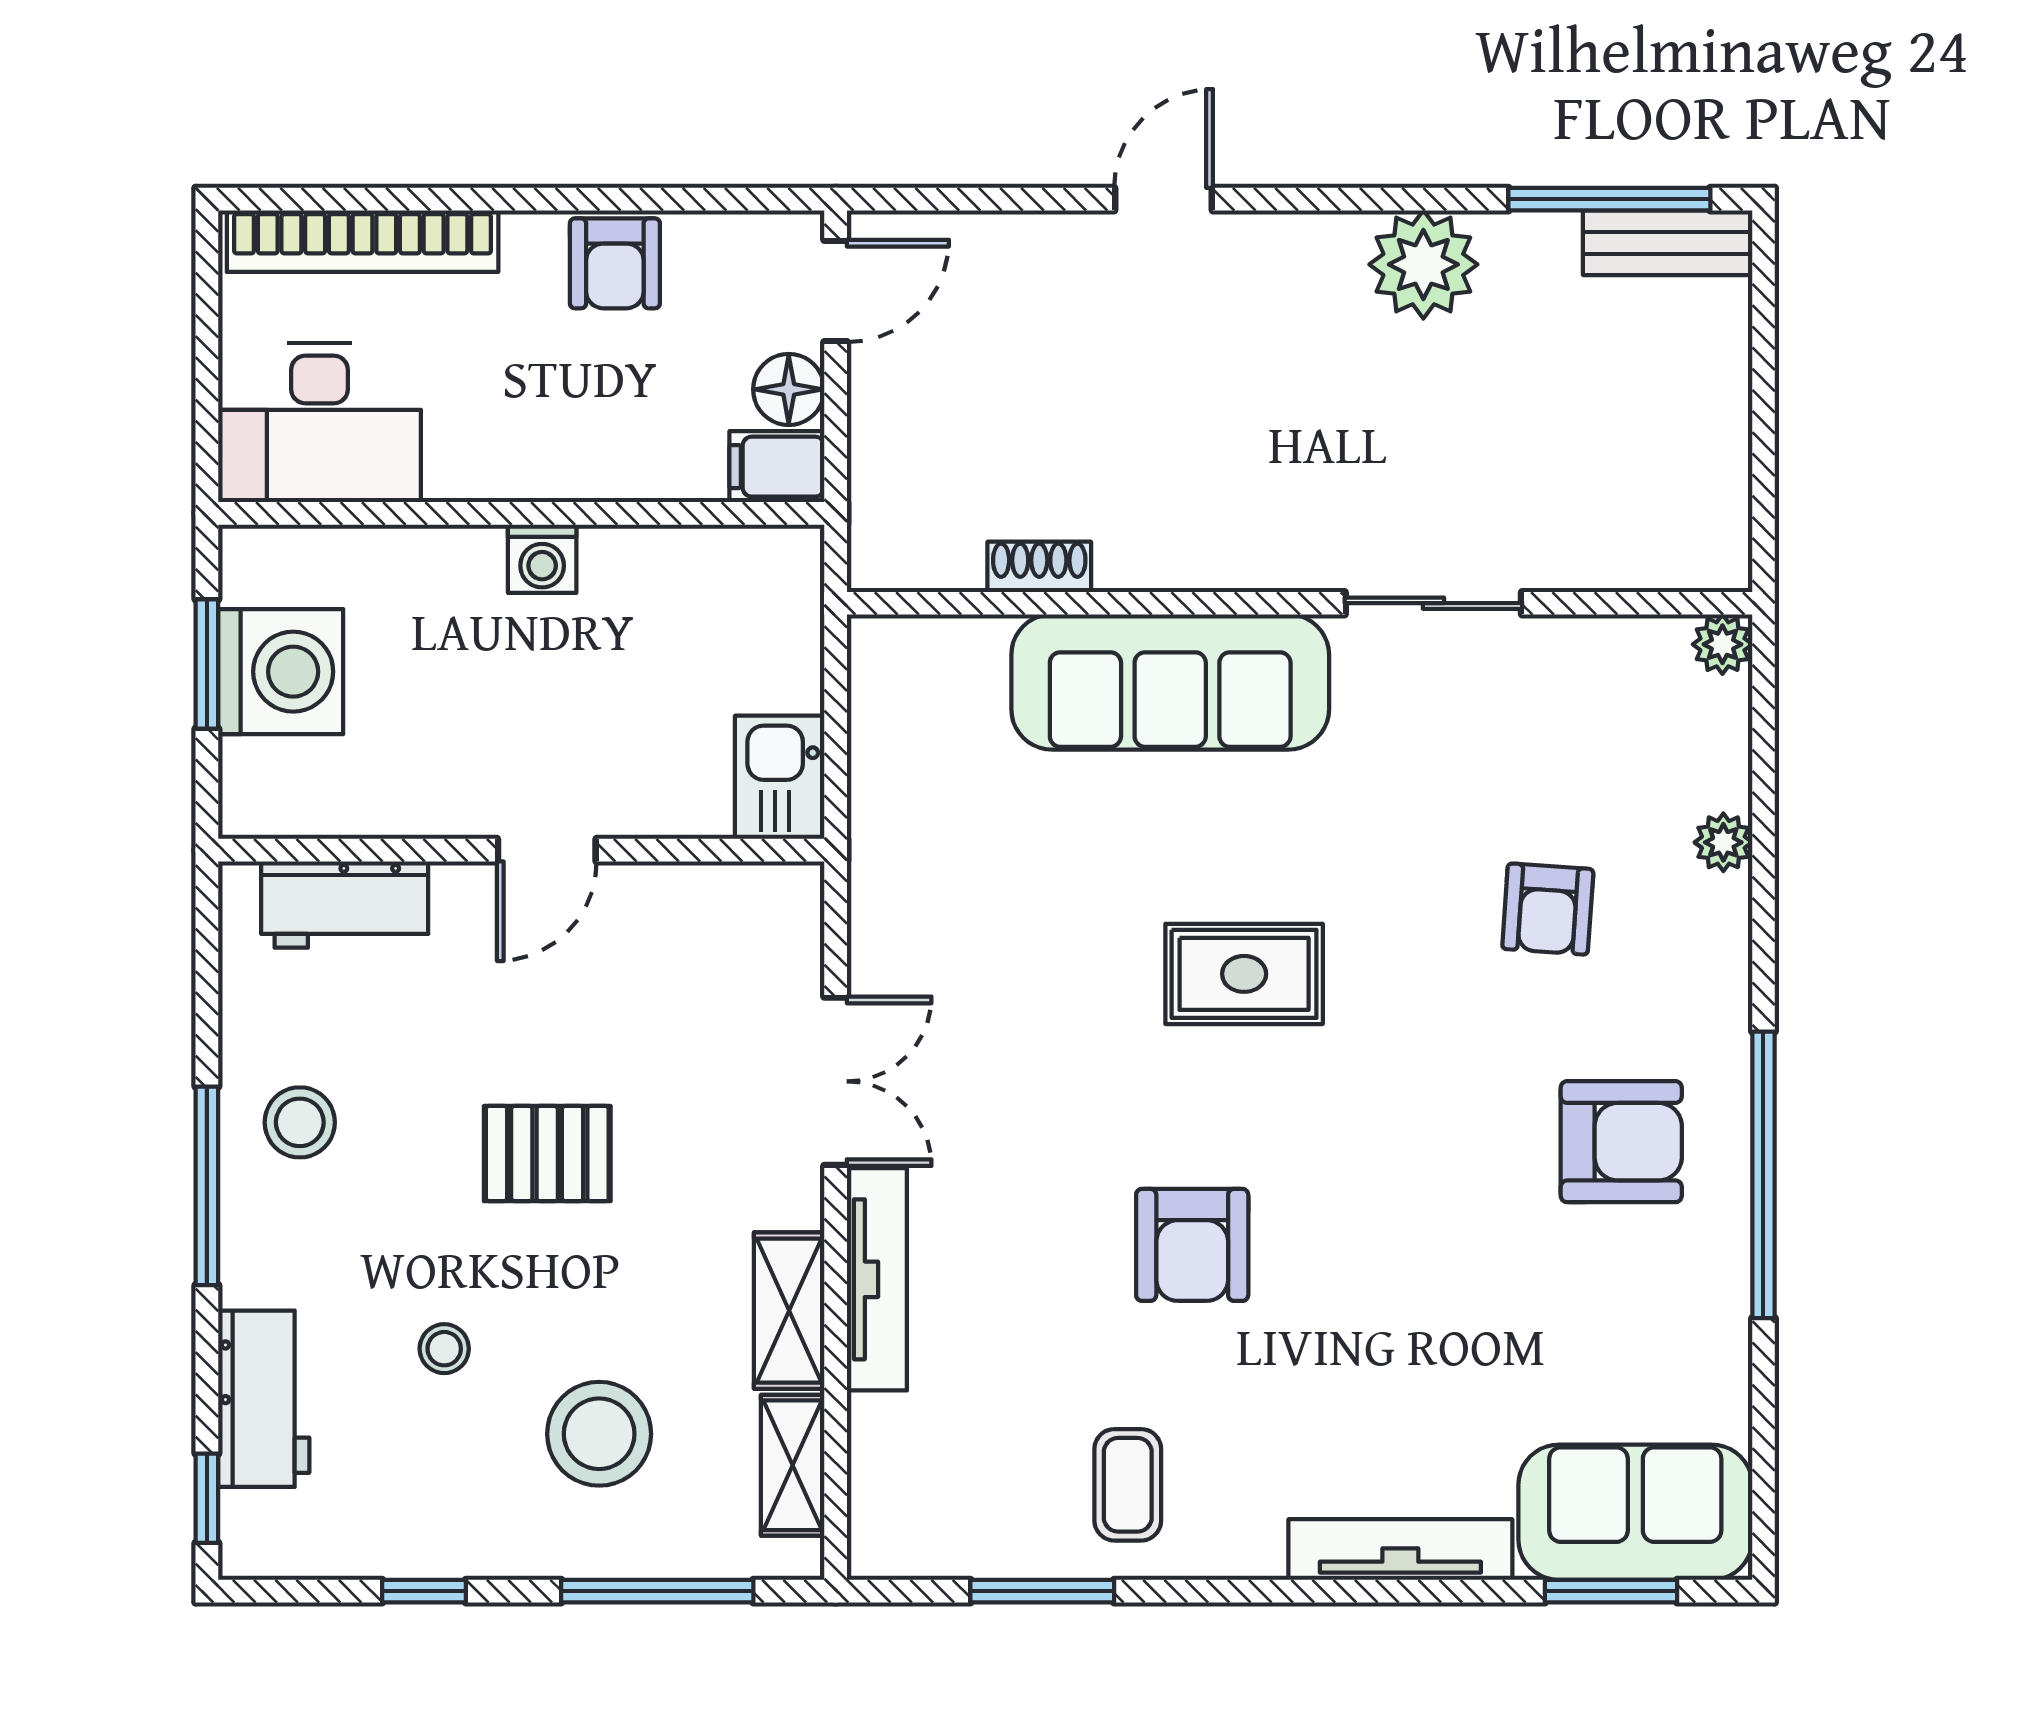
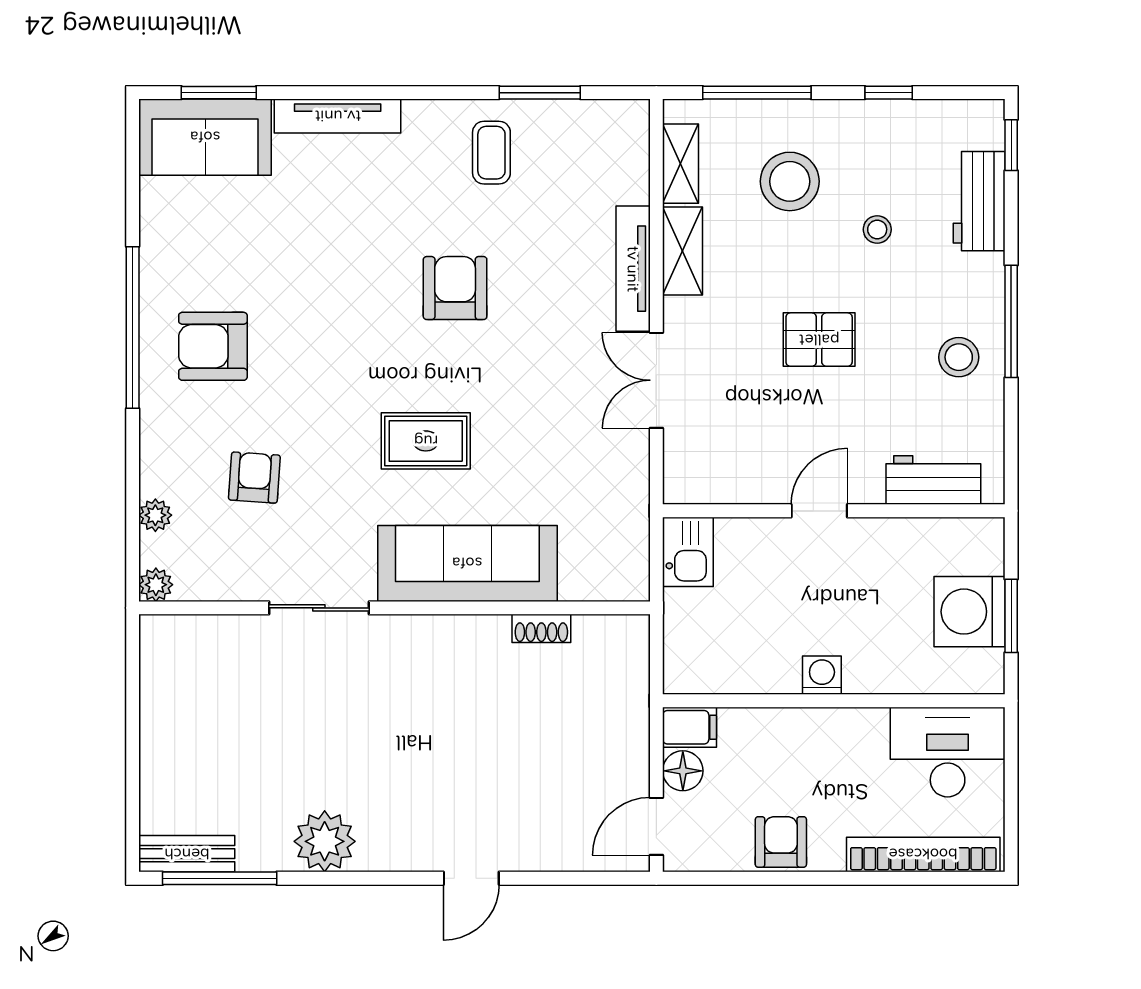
shoe rack: (1039, 567) -> (541, 628), moved
wall: (1300, 603) -> (395, 608), moved
sliding door: (1433, 603) -> (319, 608), moved
plant: (1722, 644) -> (156, 585), moved
sofa: (1170, 682) -> (467, 563), moved

